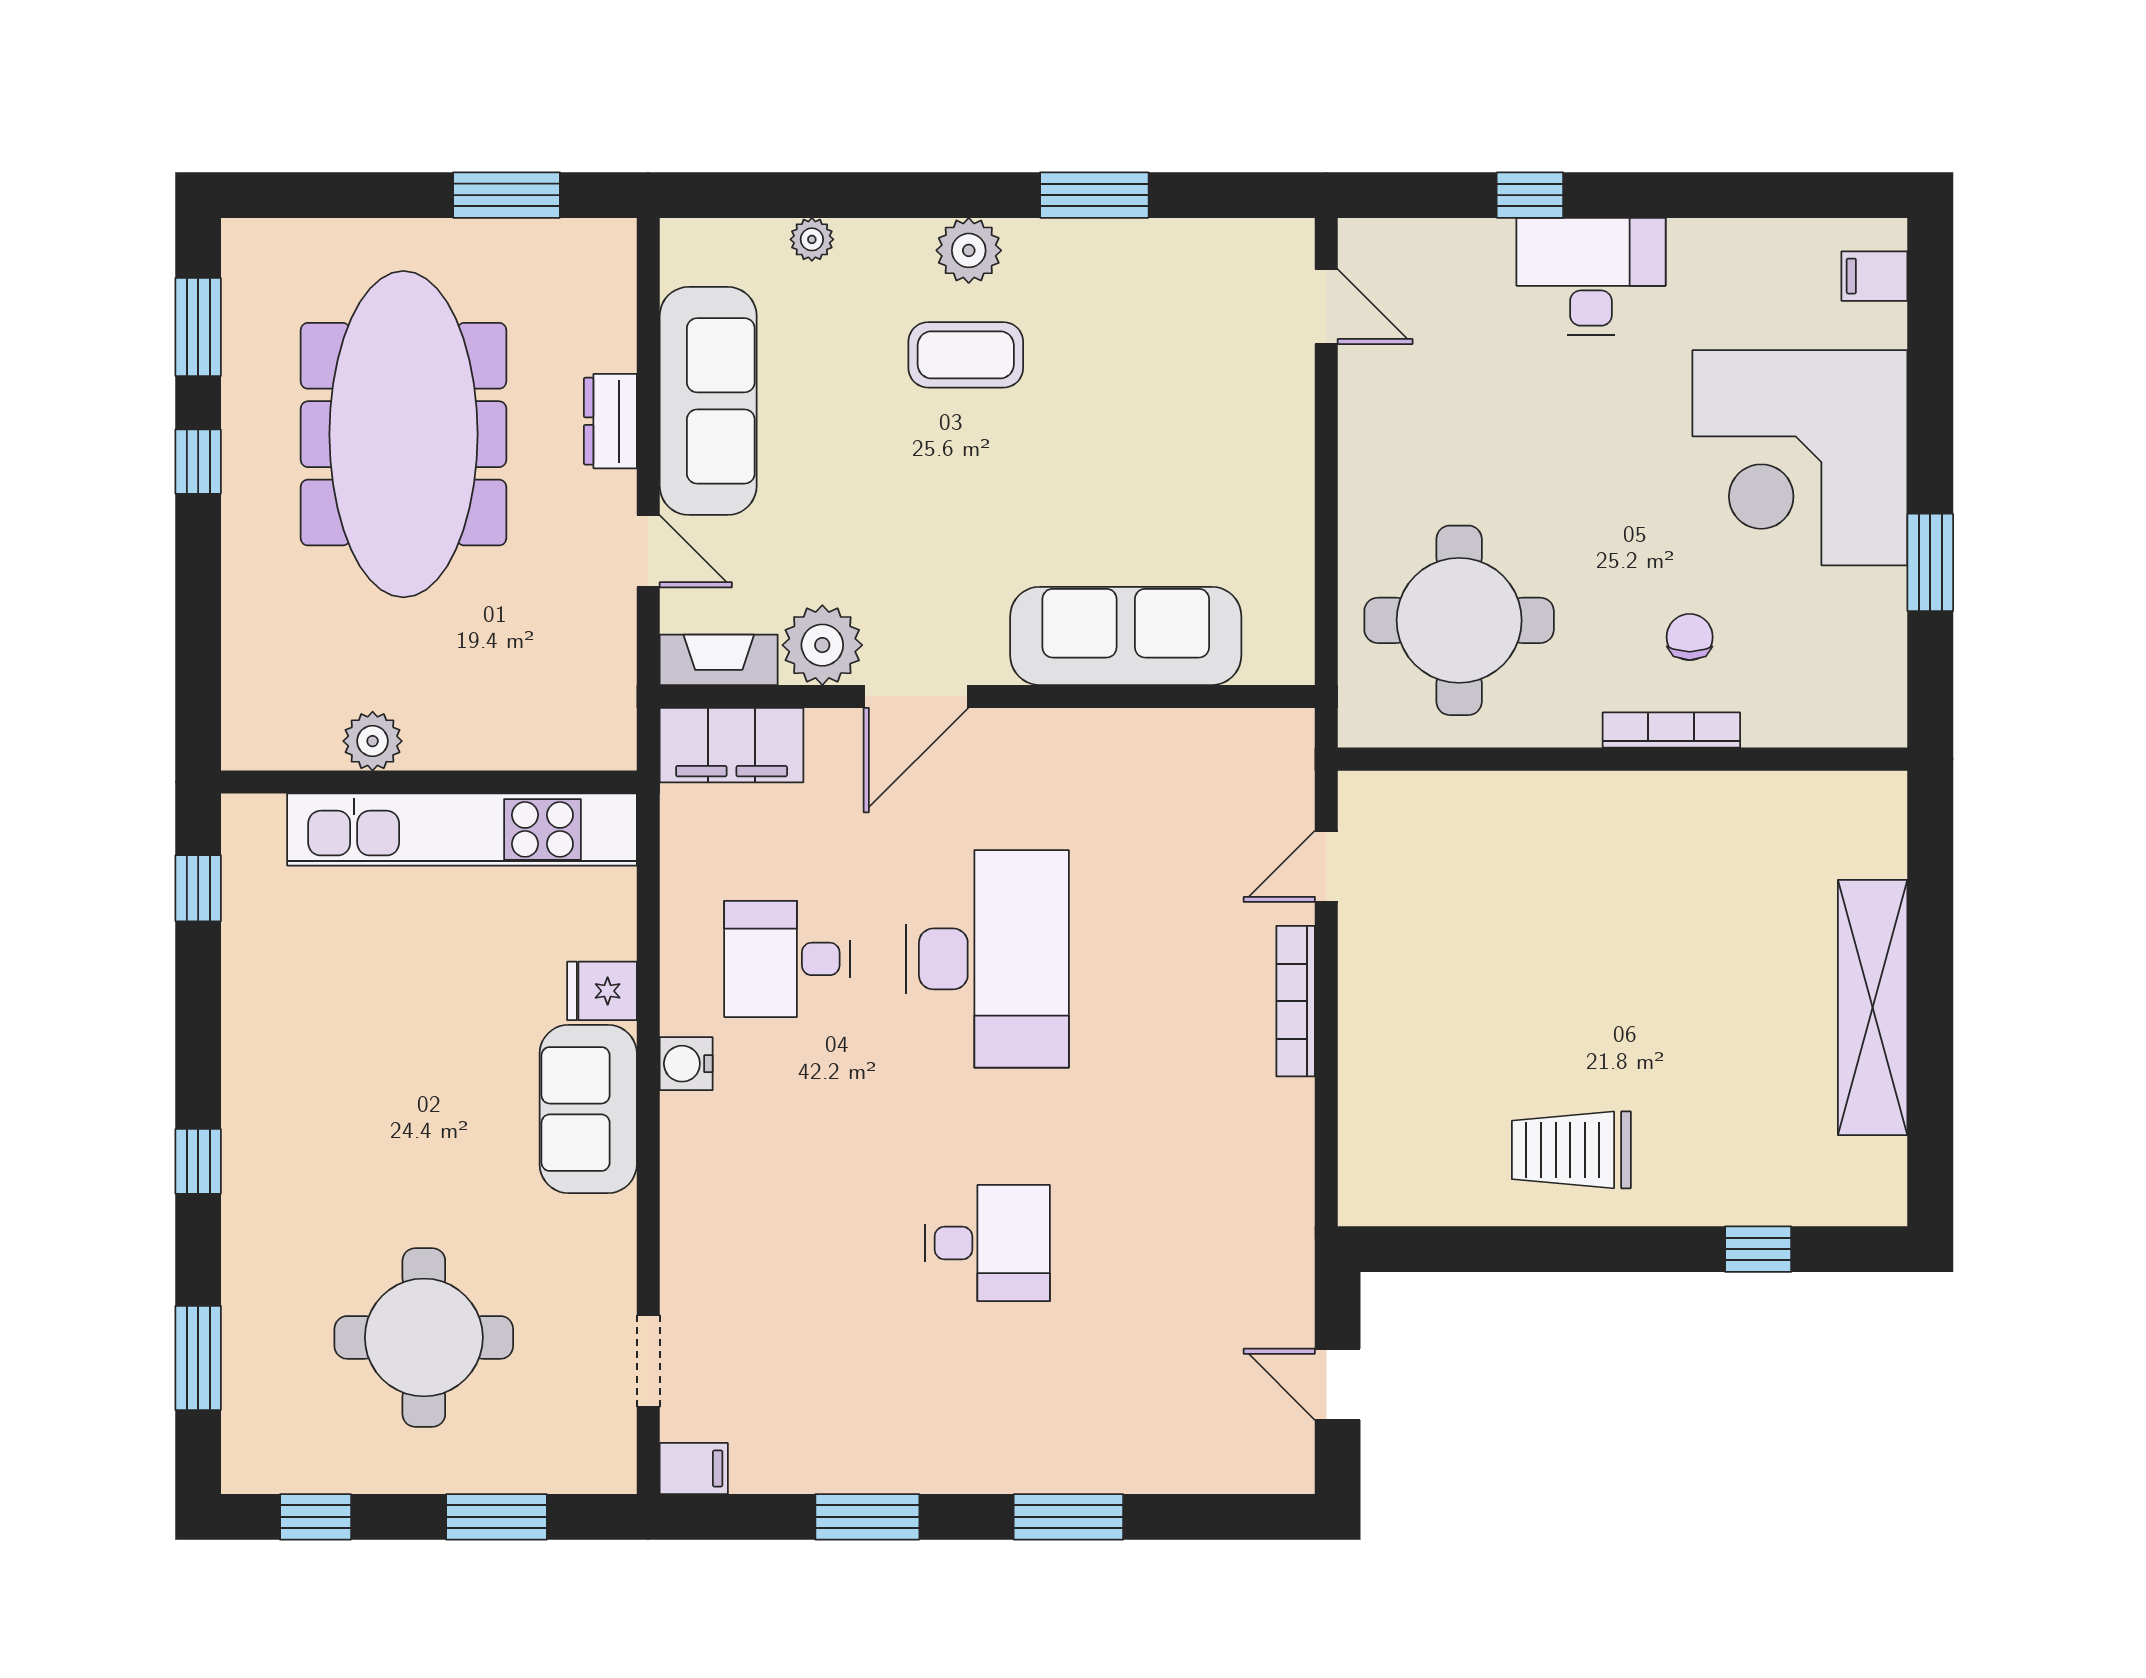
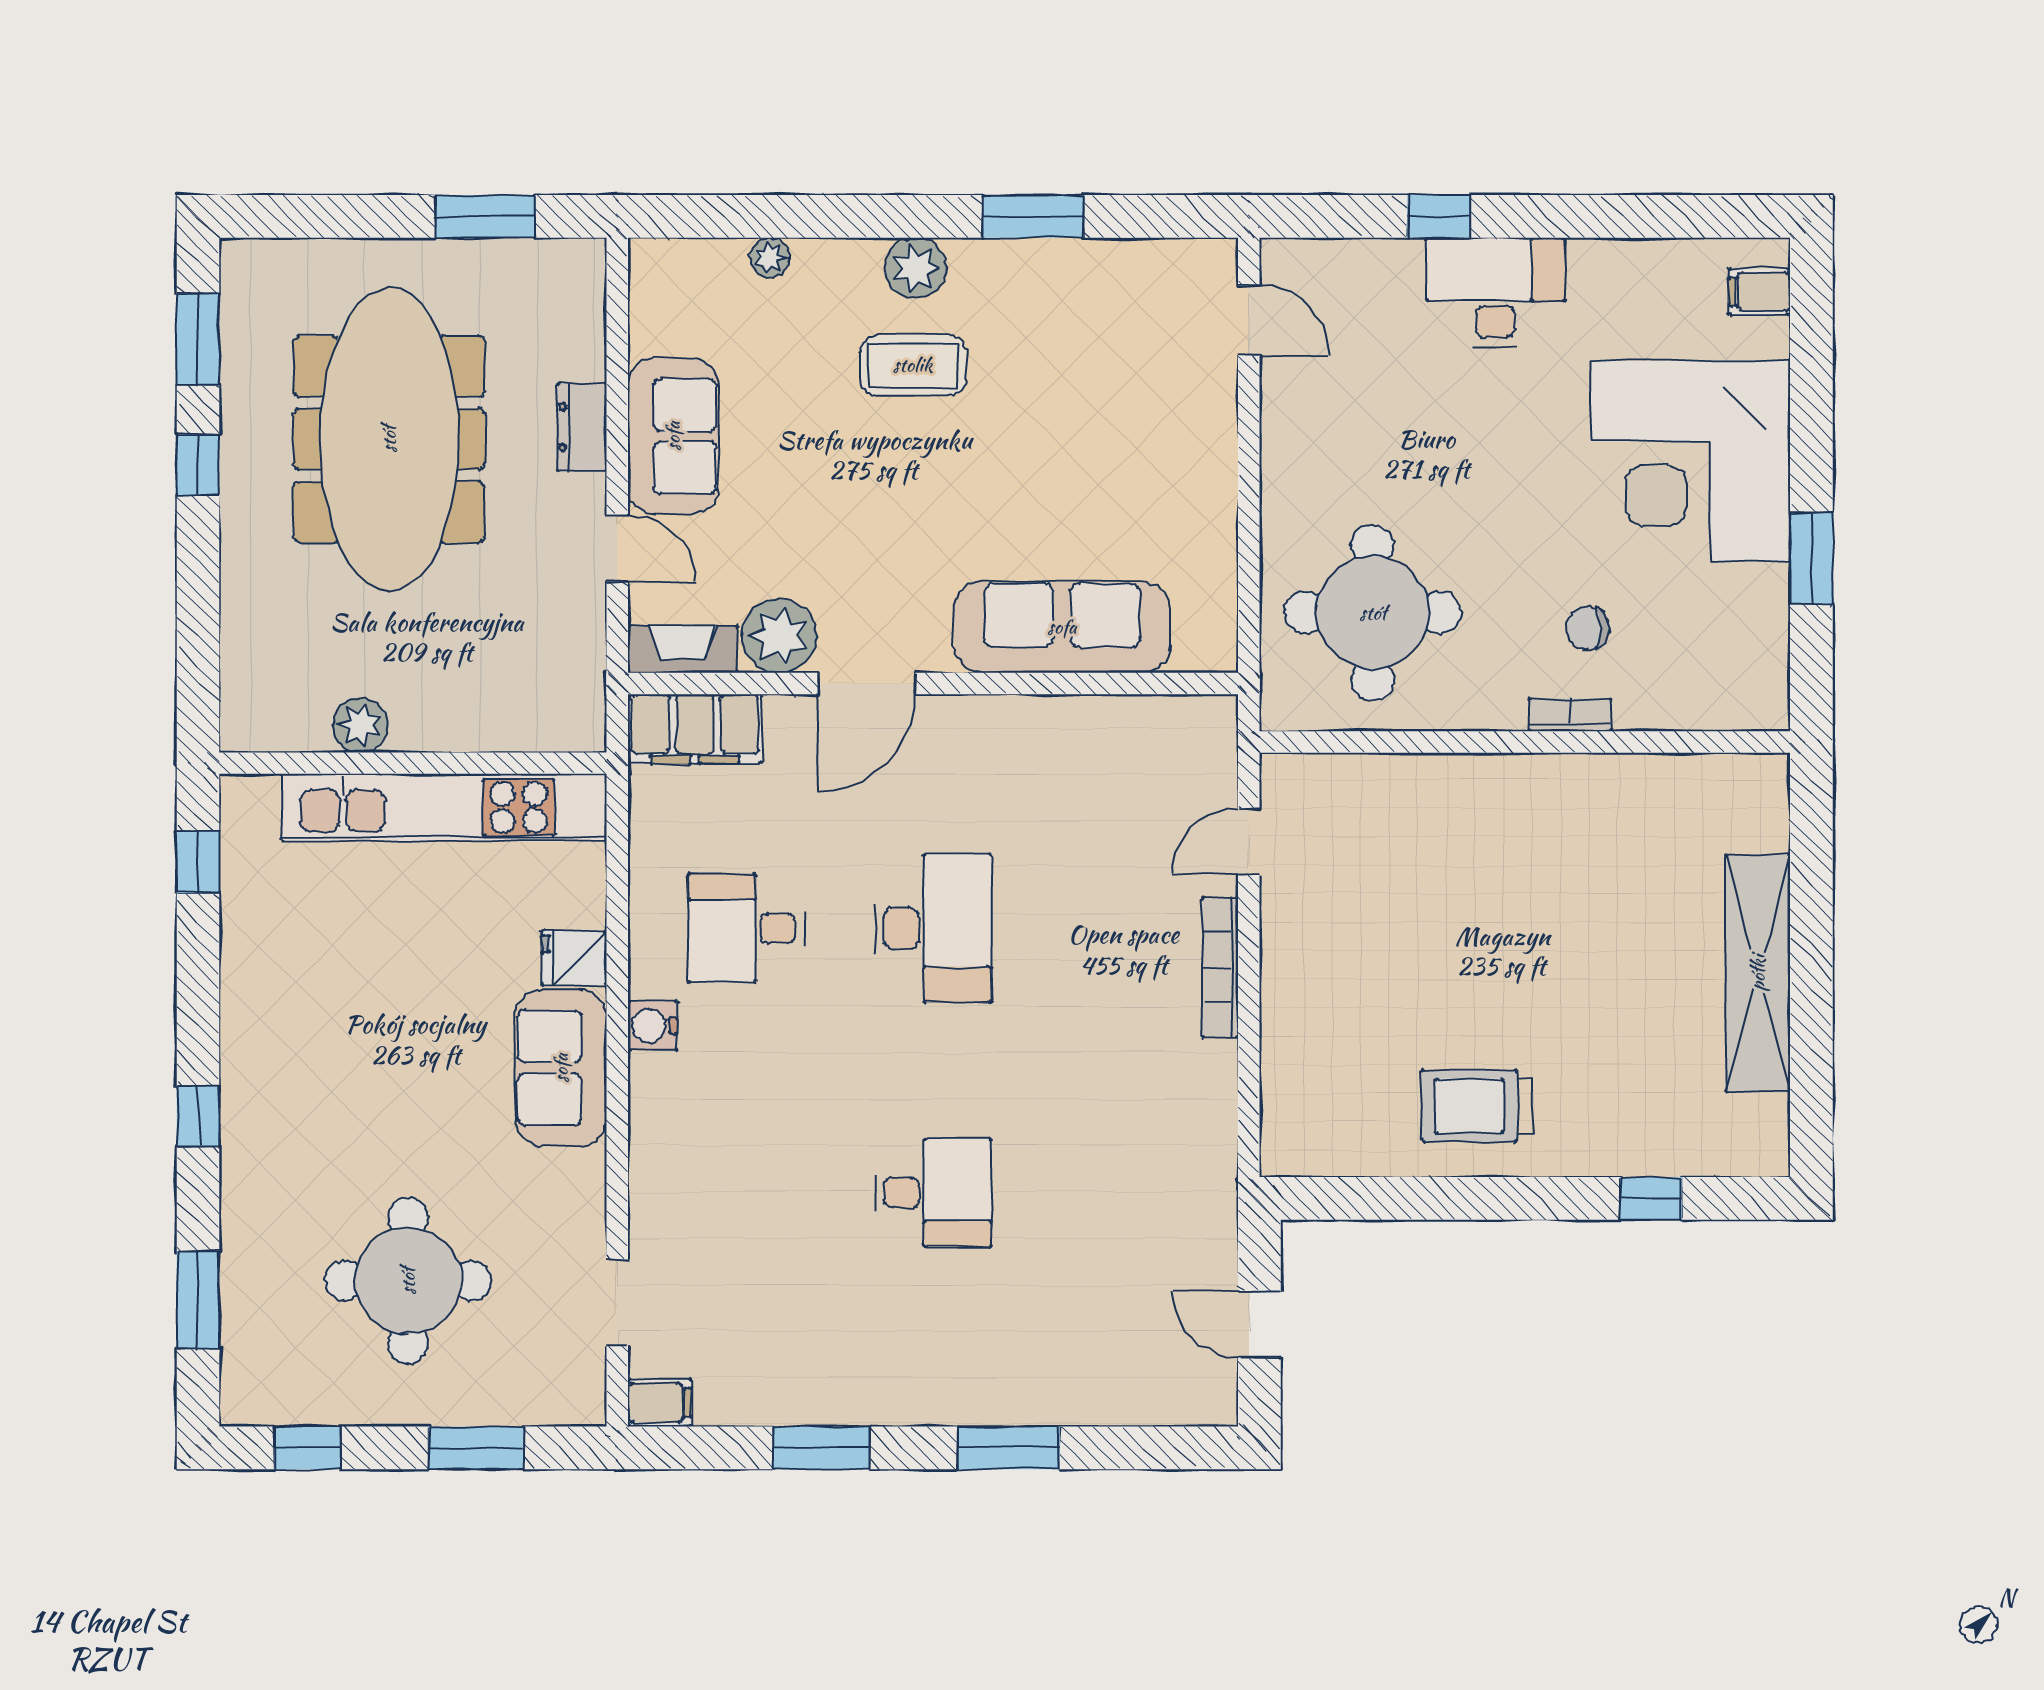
sofa: (708, 401) -> (673, 436), width x0.73
chair: (1690, 637) -> (1587, 628), turned -90
bookcase: (1671, 730) -> (1570, 715), width x0.64
desk: (987, 959) -> (933, 928), width x0.73, depth x0.77

